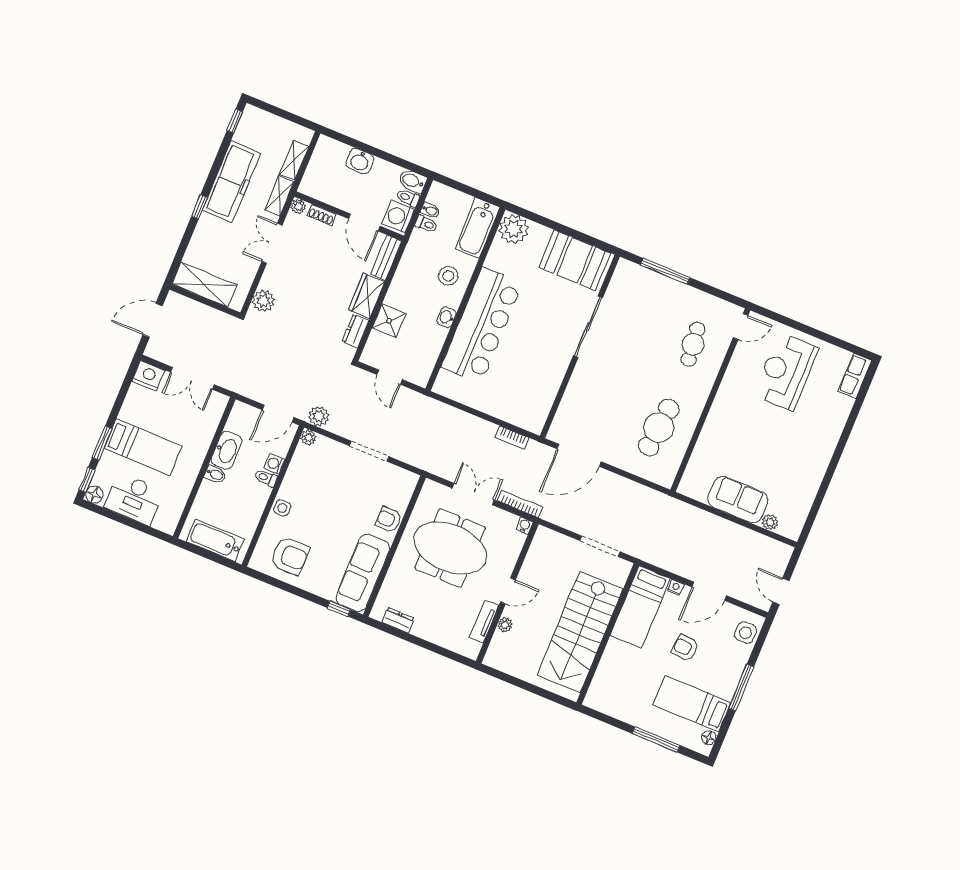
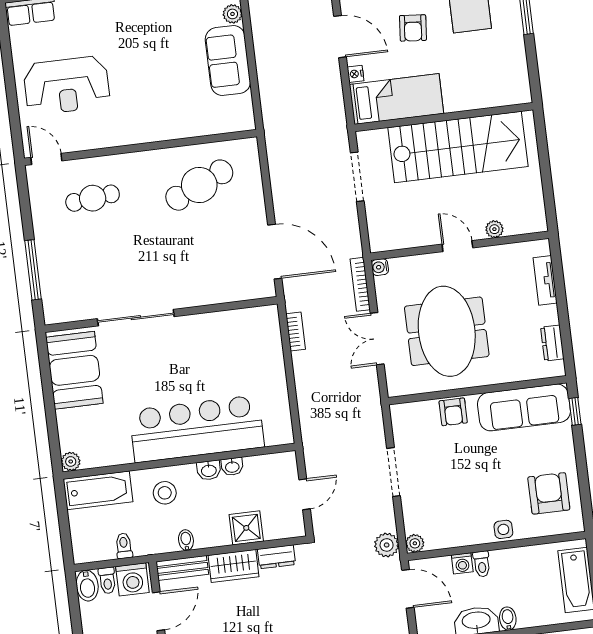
bidet: (430, 210) -> (186, 540), moved
plant: (514, 229) -> (71, 461), width x0.53, depth x0.53
washbasin: (440, 336) -> (232, 467), added
cafe table: (659, 428) -> (199, 185), turned -30
tv unit: (484, 621) -> (545, 280), moved, turned 90

